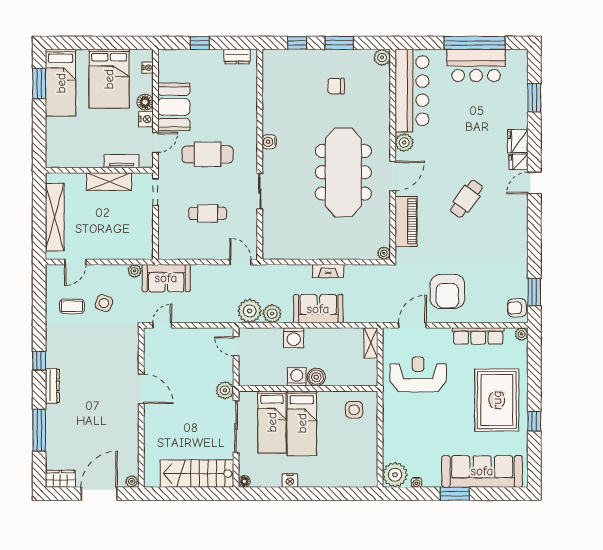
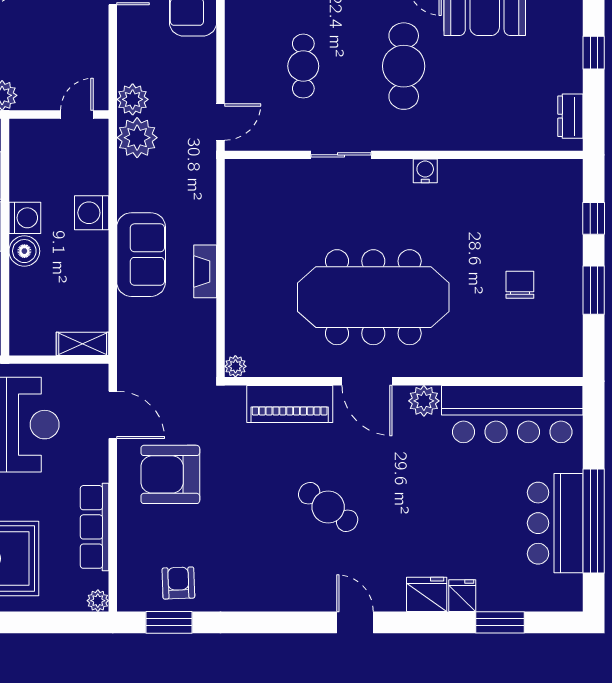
plant: (382, 57) -> (569, 363), removed
fridge: (519, 162) -> (462, 596), moved
armchair: (517, 308) -> (178, 583), moved
plant: (272, 314) -> (133, 99), moved

